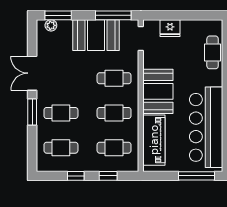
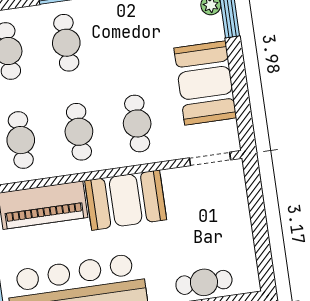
window: (113, 15) -> (242, 107), removed
fridge: (170, 28) -> (235, 205), removed

